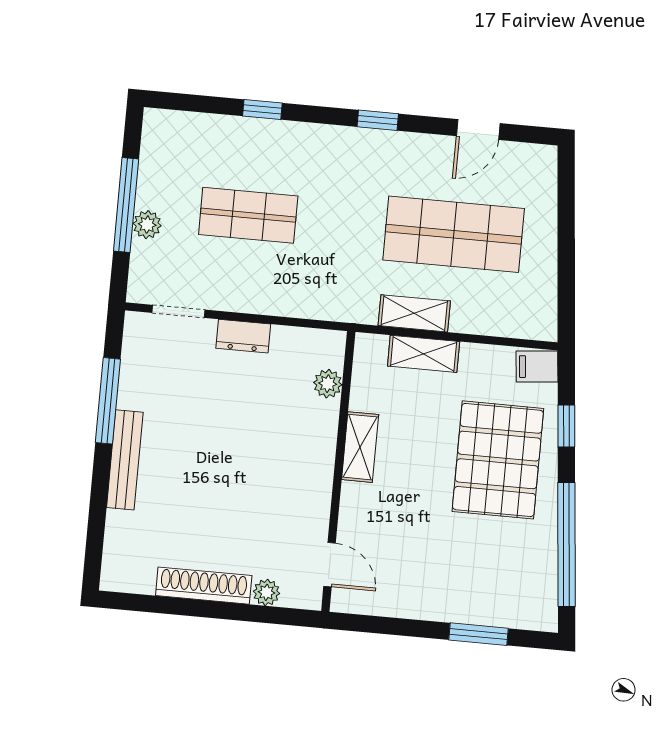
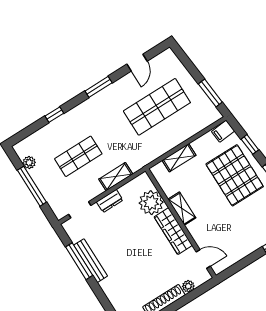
window: (378, 120) -> (99, 87), width x1.50
plant: (147, 225) -> (29, 163), moved
window: (566, 282) -> (210, 93), added
shelving: (414, 313) -> (116, 177), moved
plant: (328, 384) -> (151, 203), width x1.87, depth x1.87
bench: (125, 460) -> (91, 261), moved
wardrobe: (314, 475) -> (173, 231), added

